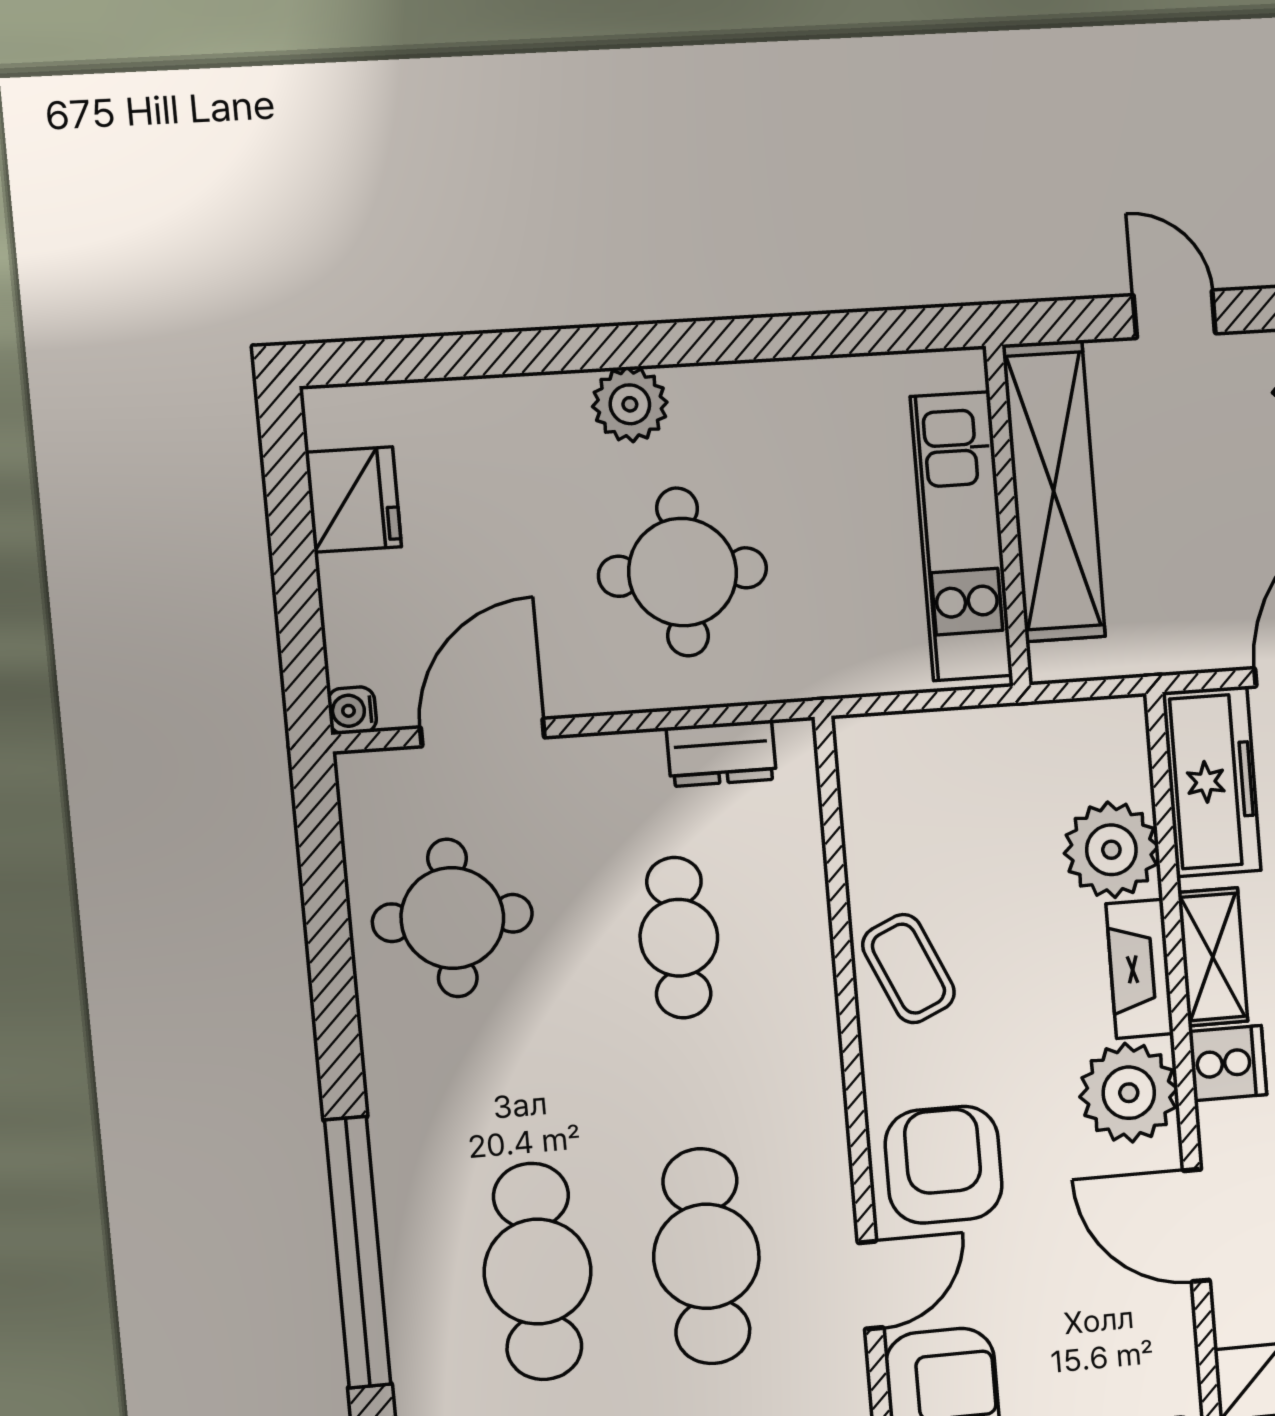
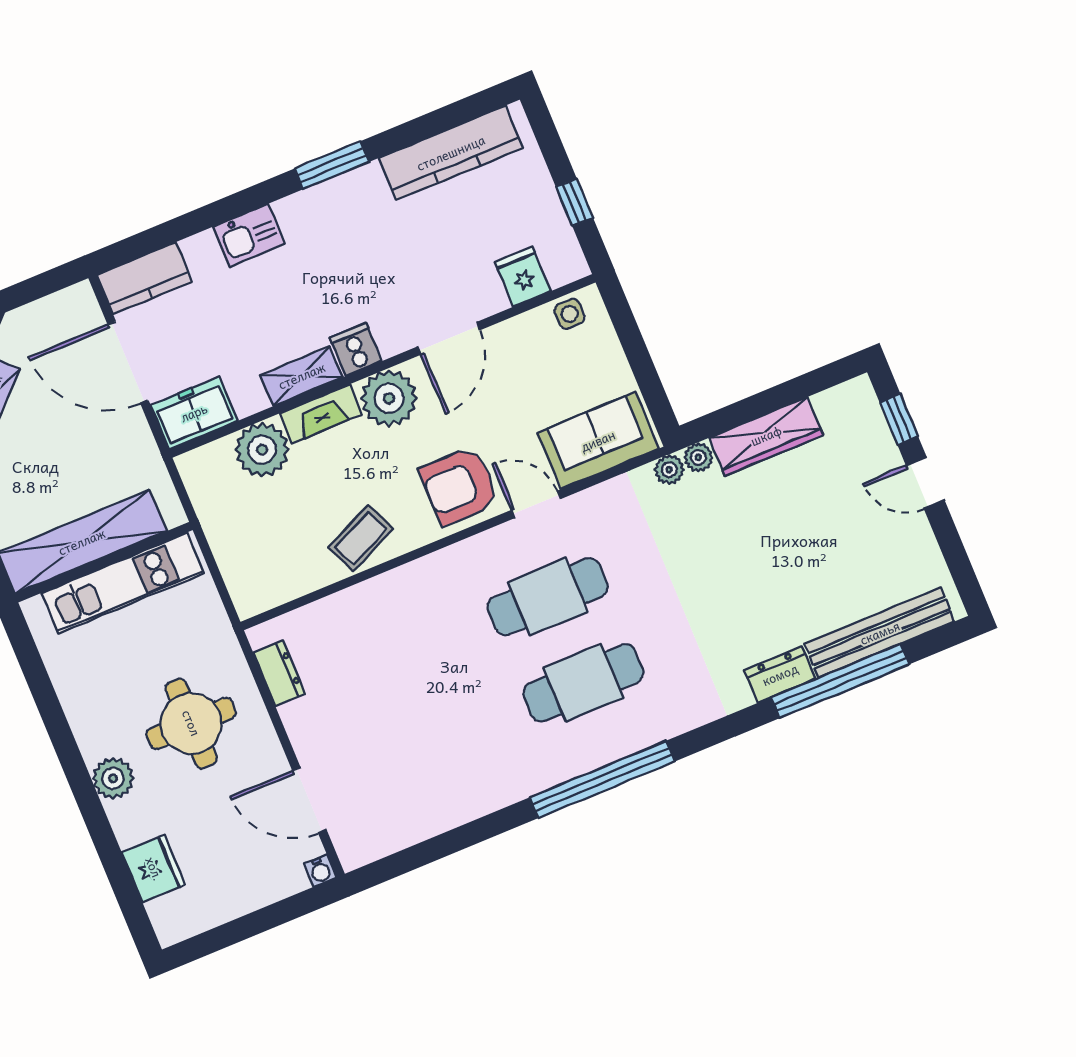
fridge: (353, 500) -> (154, 869), moved, turned 90
freezer: (1212, 781) -> (194, 413), width x0.71
round table: (452, 918) -> (411, 786), removed
cafe table: (679, 938) -> (384, 665), removed

